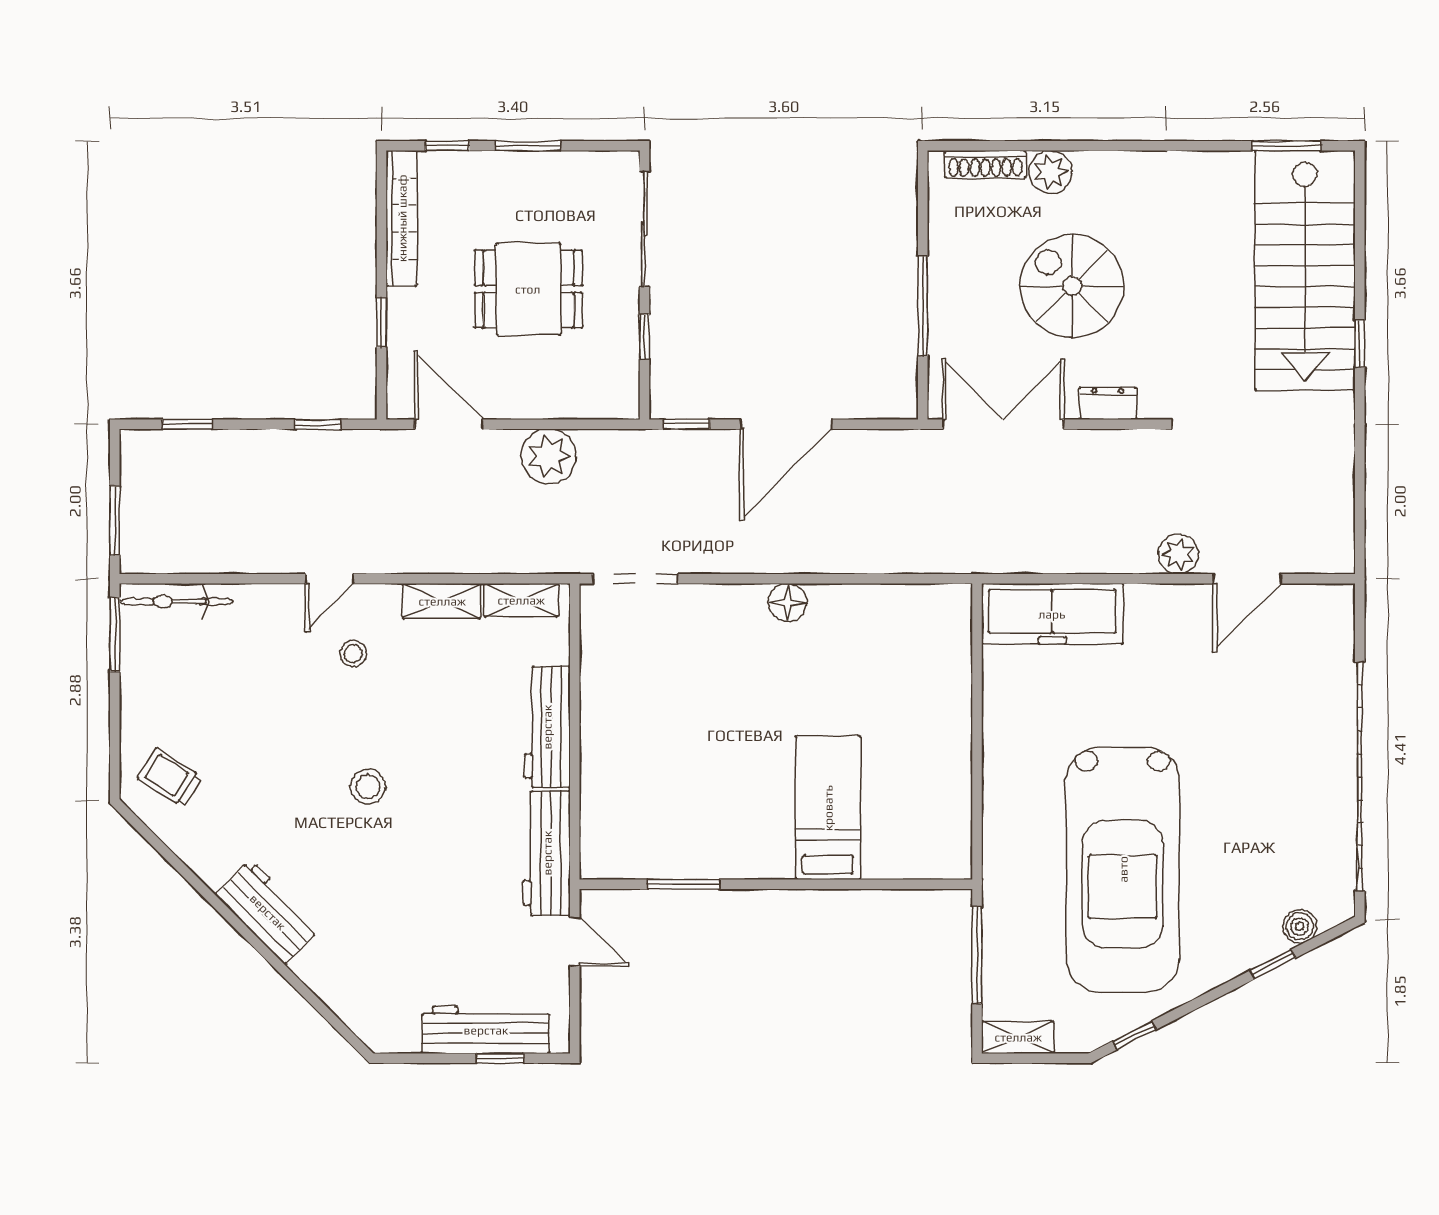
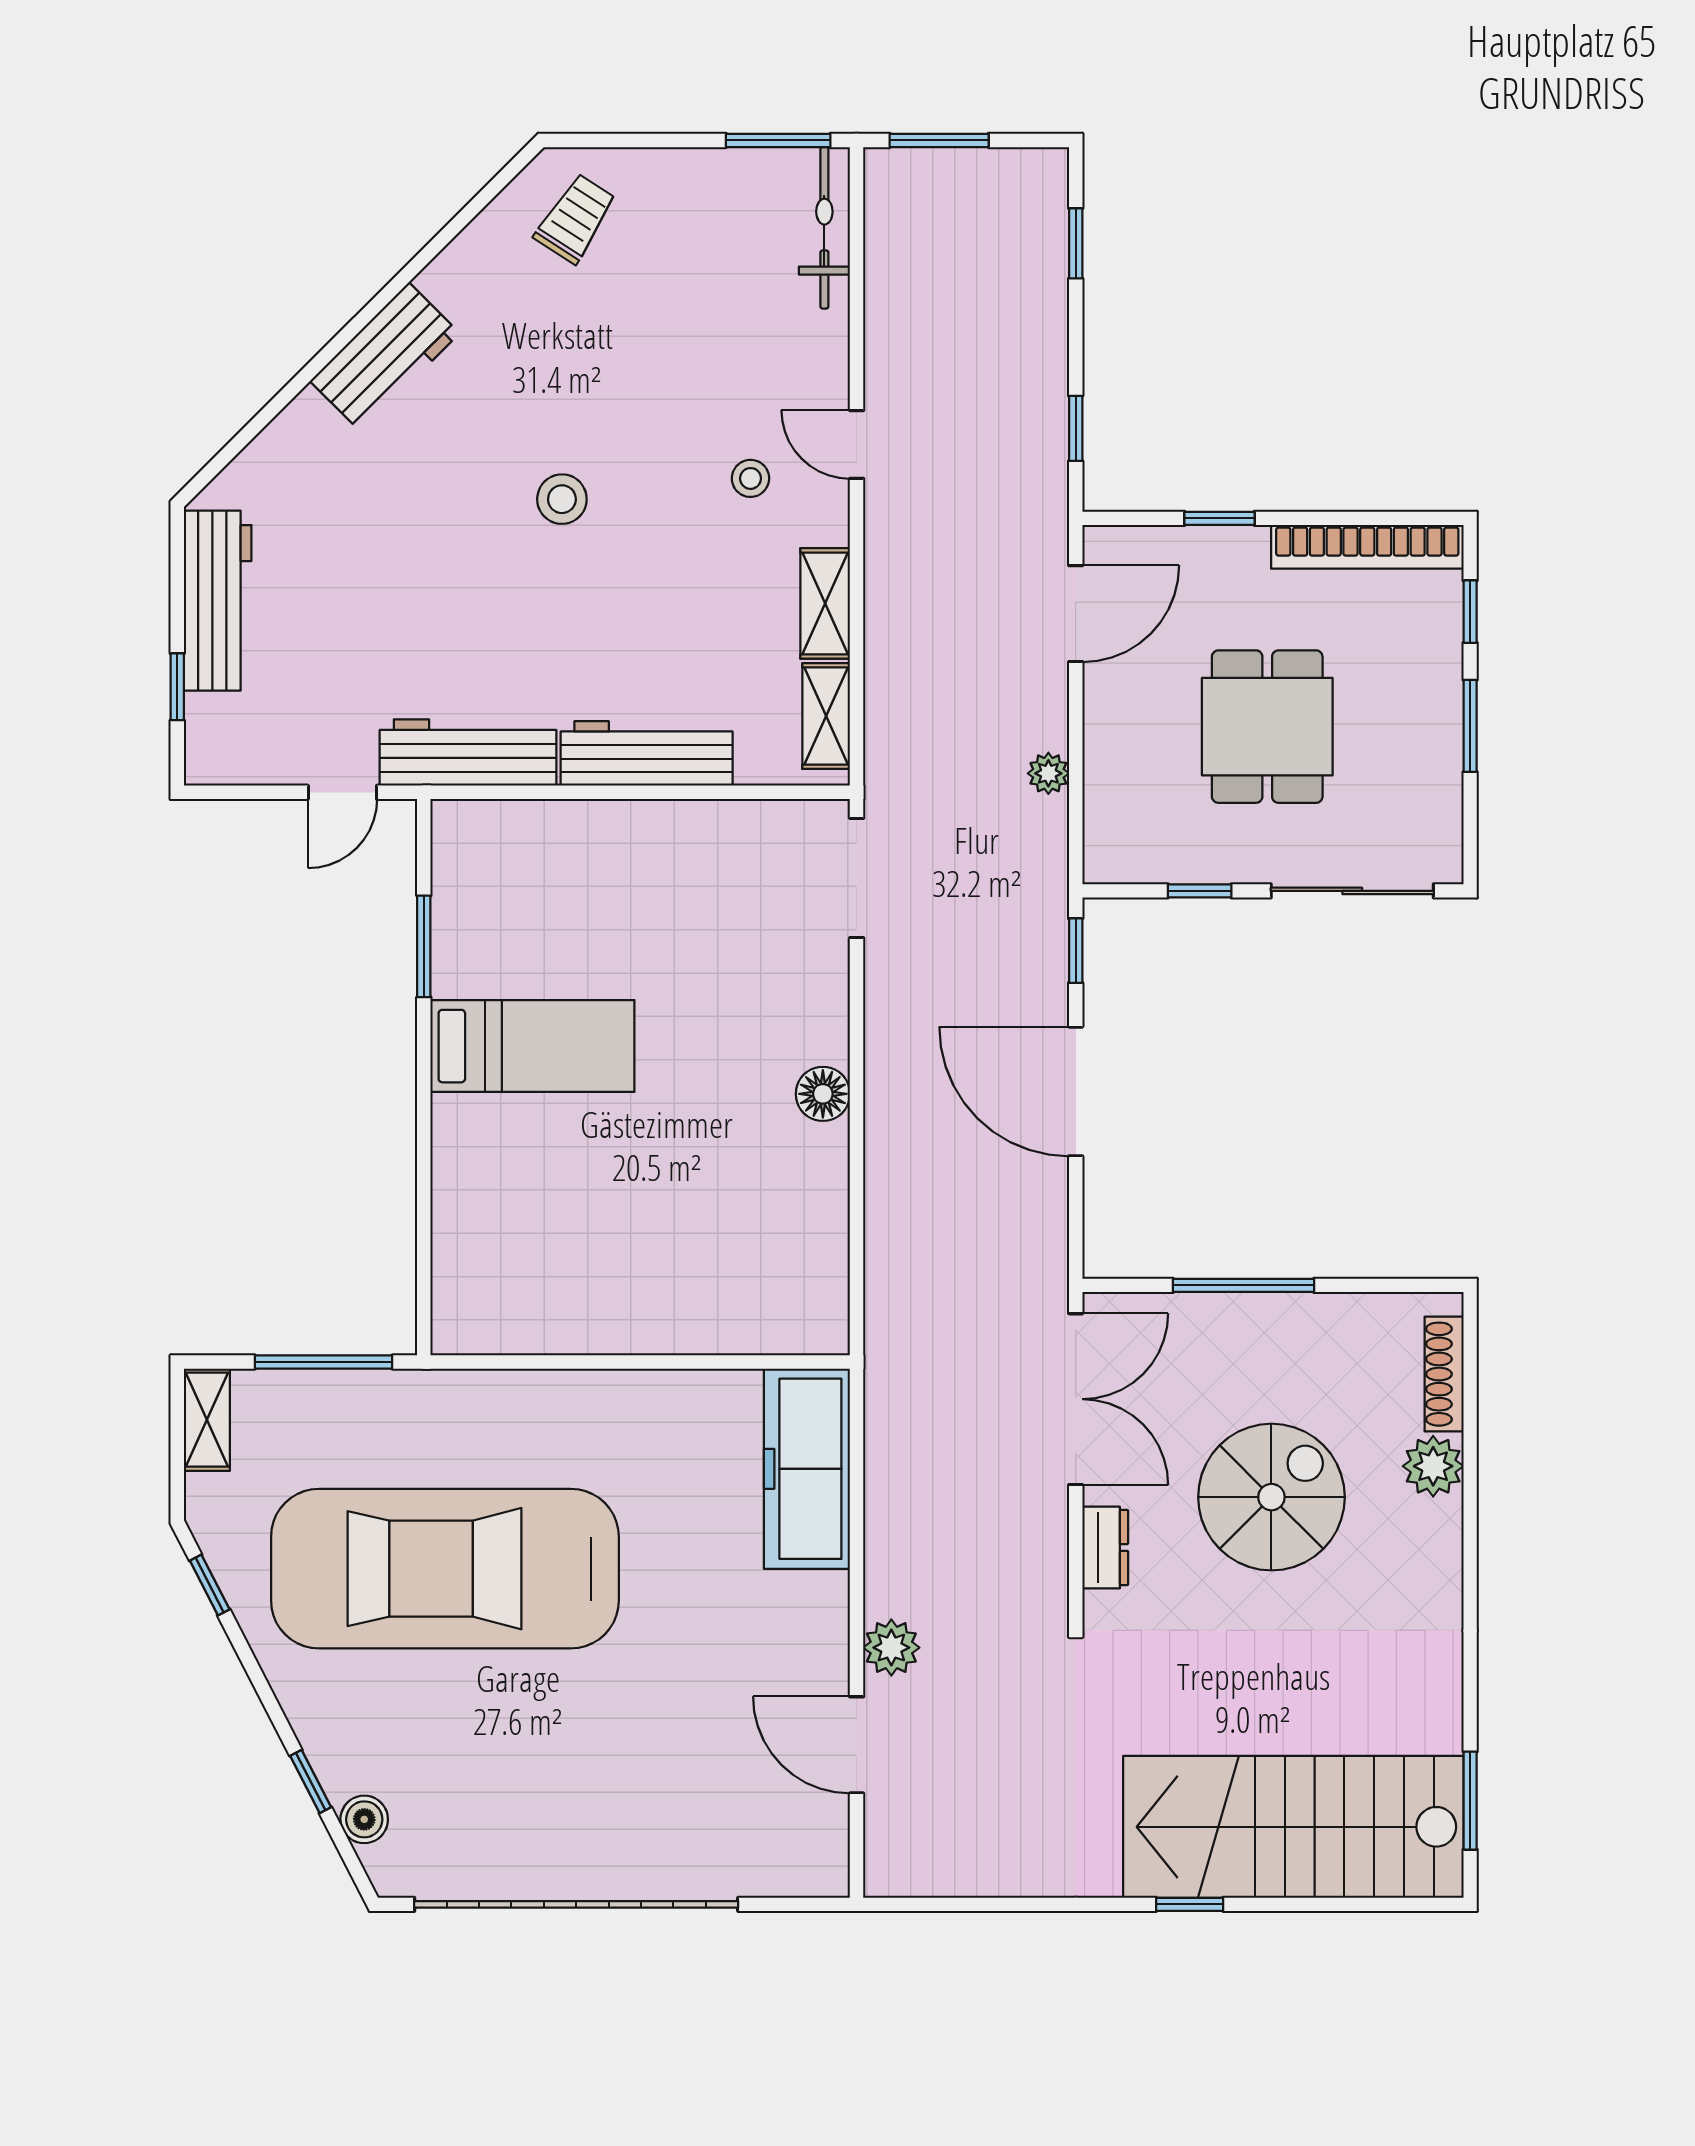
plant: (549, 456) -> (1048, 773), width x0.53, depth x0.53
bed: (828, 808) -> (532, 1046), moved
workbench: (486, 1030) -> (218, 601), moved

